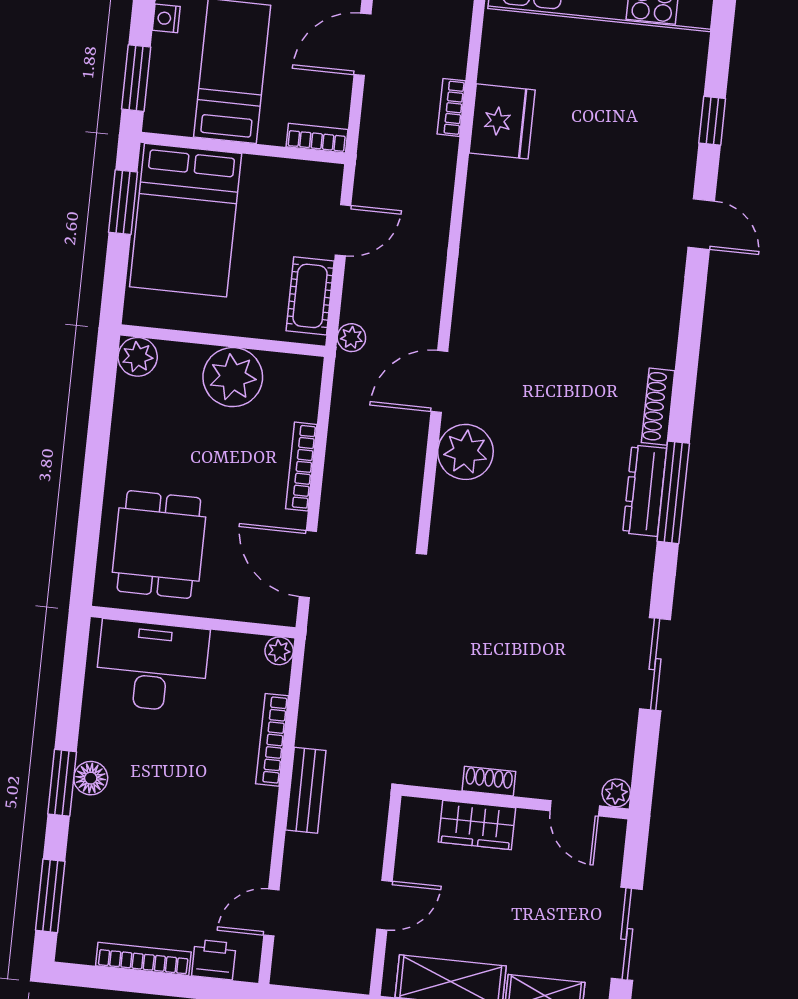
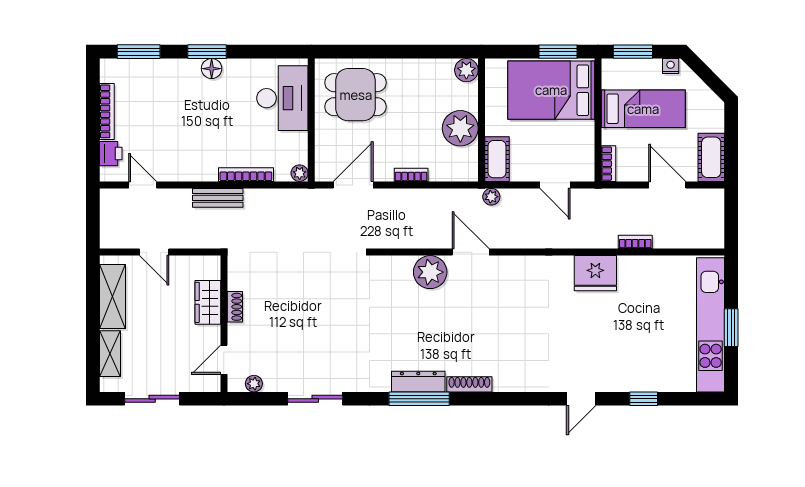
fridge: (502, 121) -> (595, 273), moved
cot: (310, 296) -> (497, 159), moved, turned 90
bookcase: (301, 467) -> (411, 175), width x0.64
plant: (616, 793) -> (254, 384), moved

